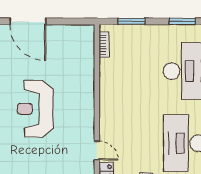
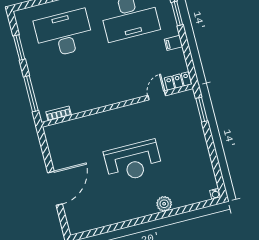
window: (132, 21) -> (31, 94), width x1.44

